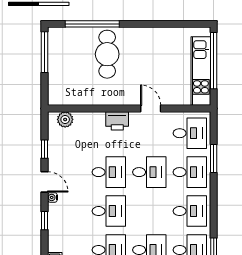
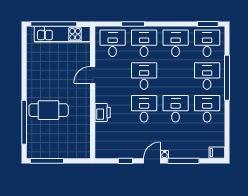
plant: (65, 119) -> (101, 144), removed
printer: (117, 121) -> (103, 112), moved
window: (45, 221) -> (183, 161), width x2.17

